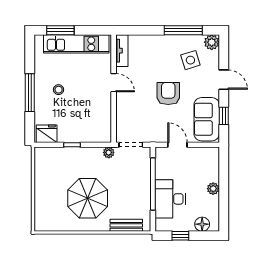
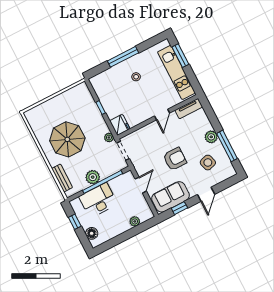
plant: (212, 42) -> (211, 137), moved
fridge: (47, 134) -> (120, 125), moved
plant: (213, 189) -> (135, 221), moved
plant: (142, 192) -> (93, 177), added

